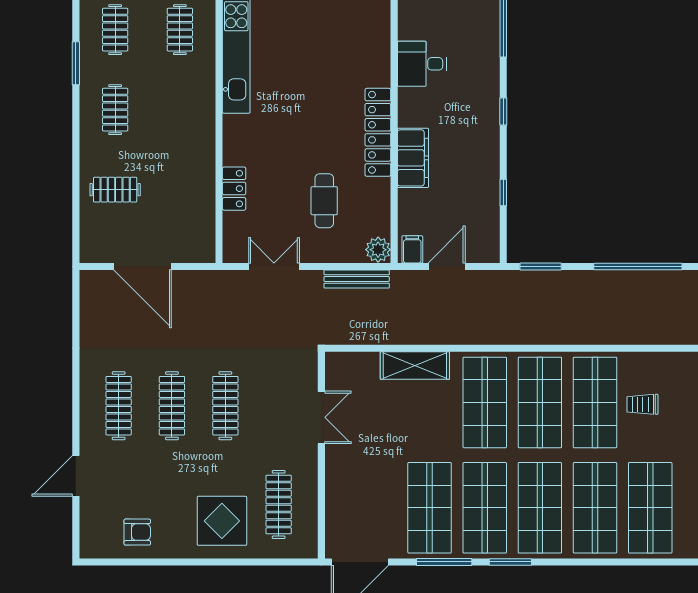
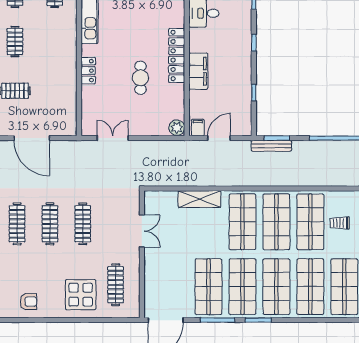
locker: (234, 189) -> (88, 71), moved
cafe table: (324, 201) -> (140, 78), moved
bench: (357, 279) -> (271, 146), moved

